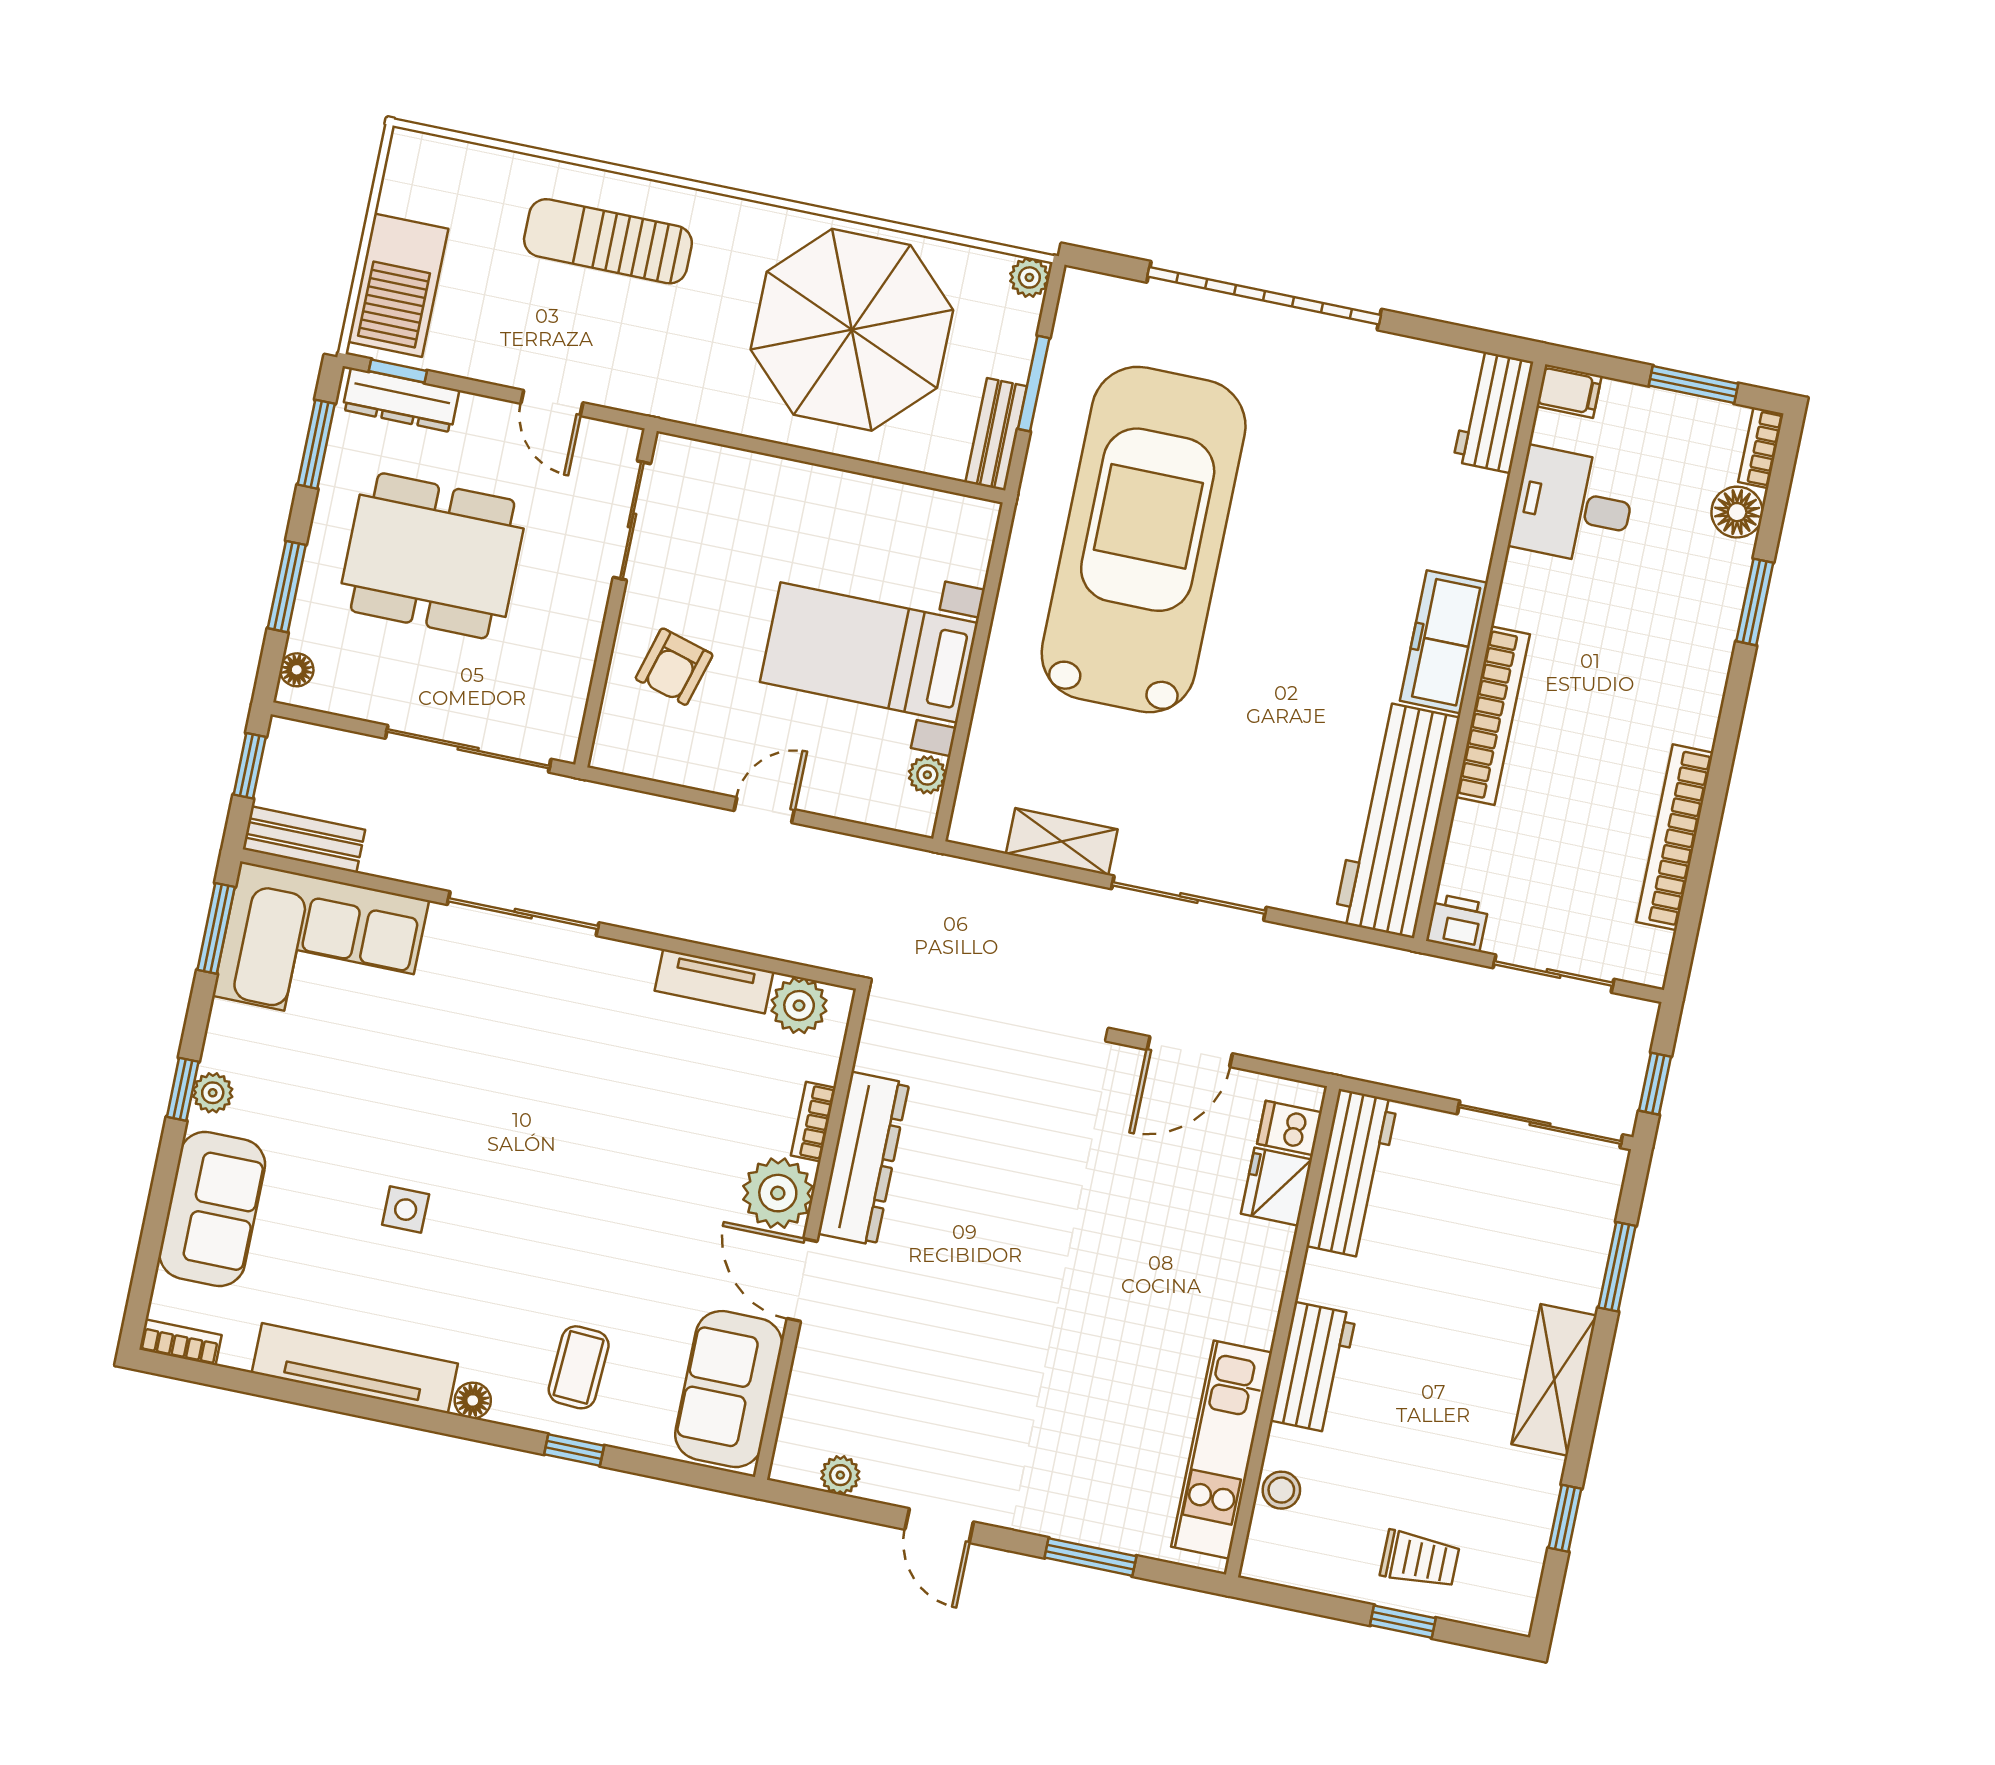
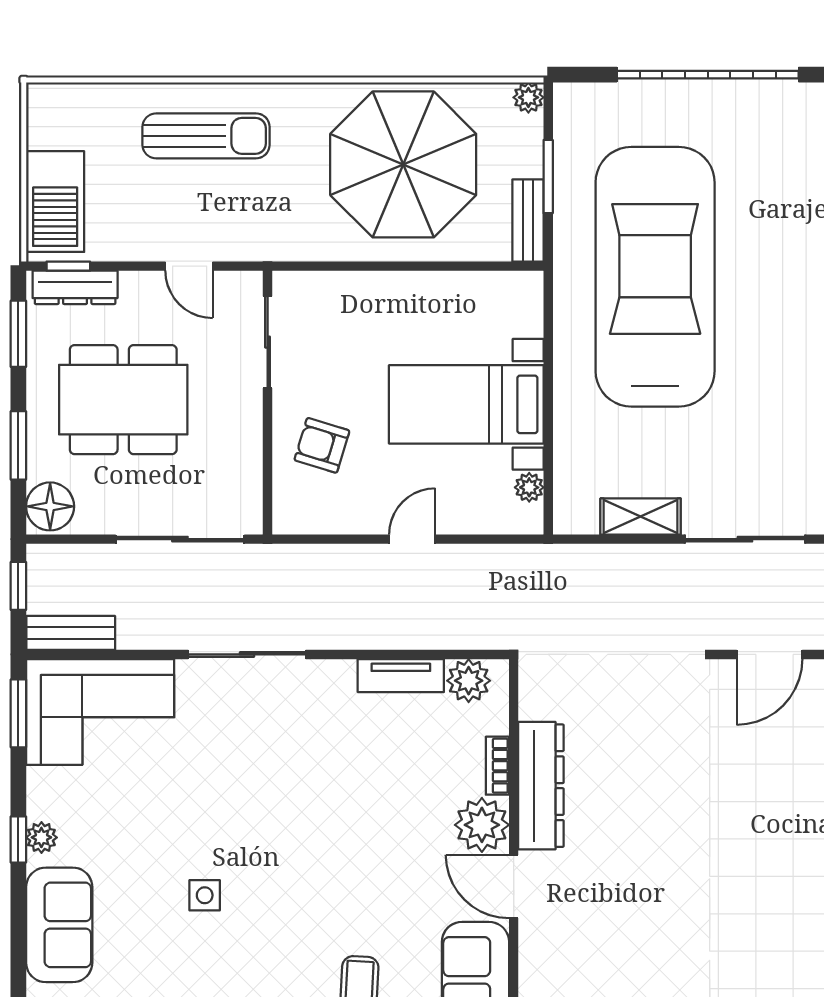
sun lounger: (608, 241) -> (206, 136), turned 180
armchair: (674, 667) -> (322, 445), turned 91
floor lamp: (297, 670) -> (50, 506), width x1.89, depth x1.89

